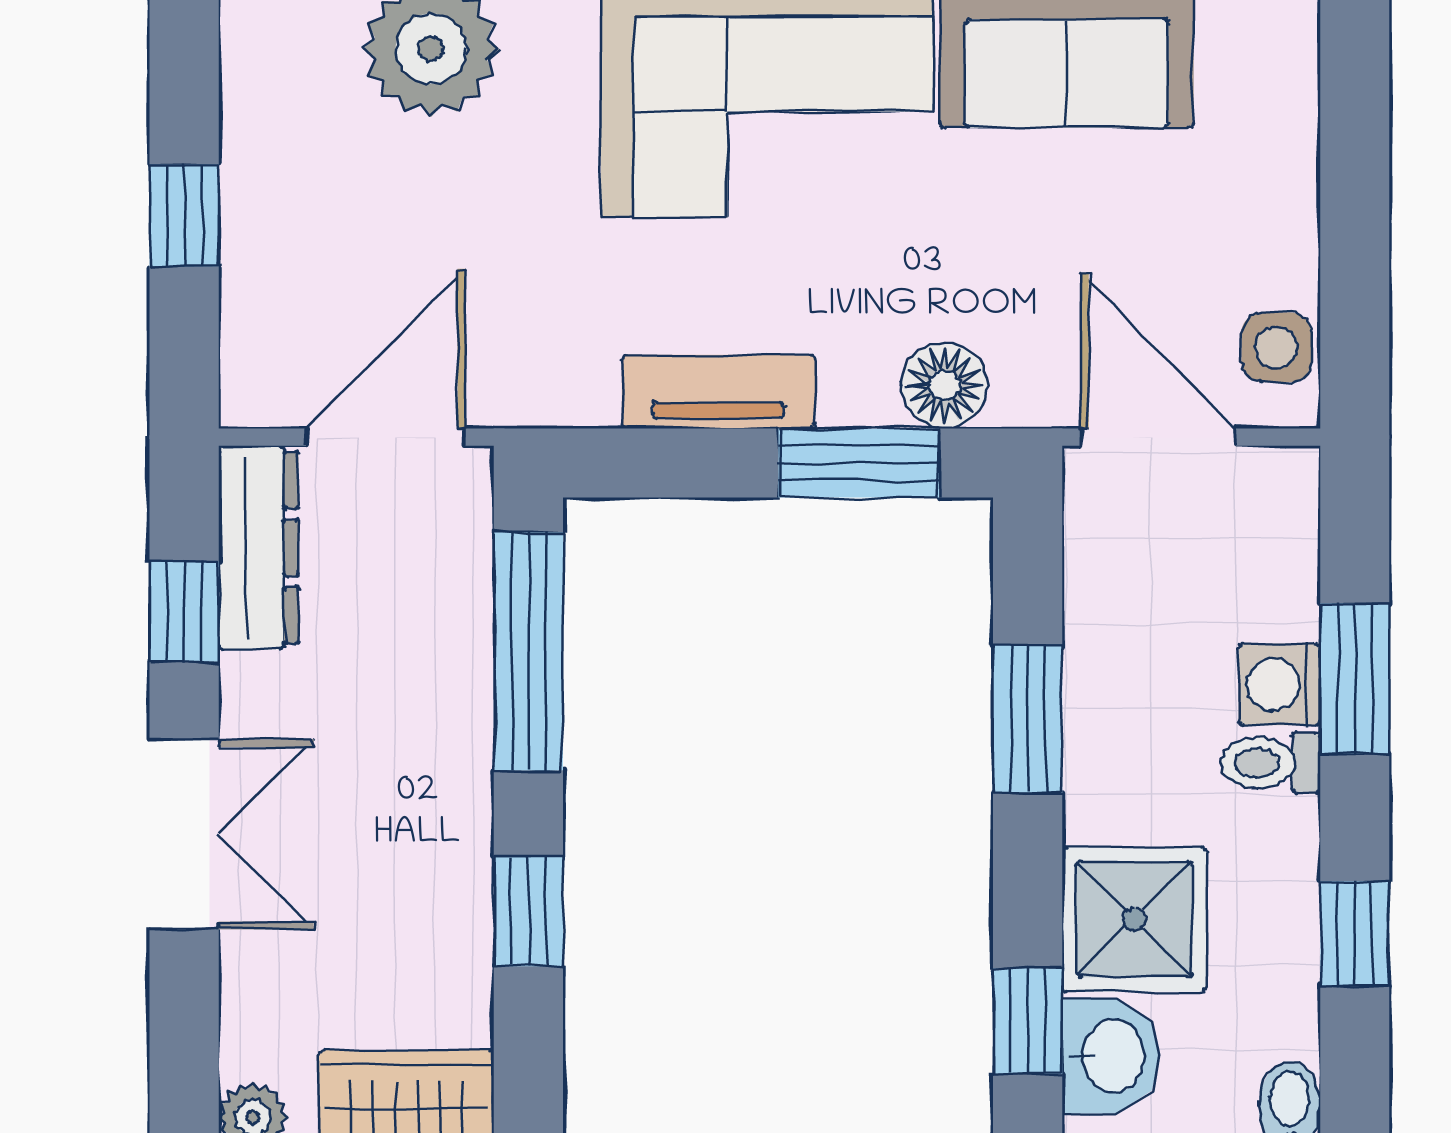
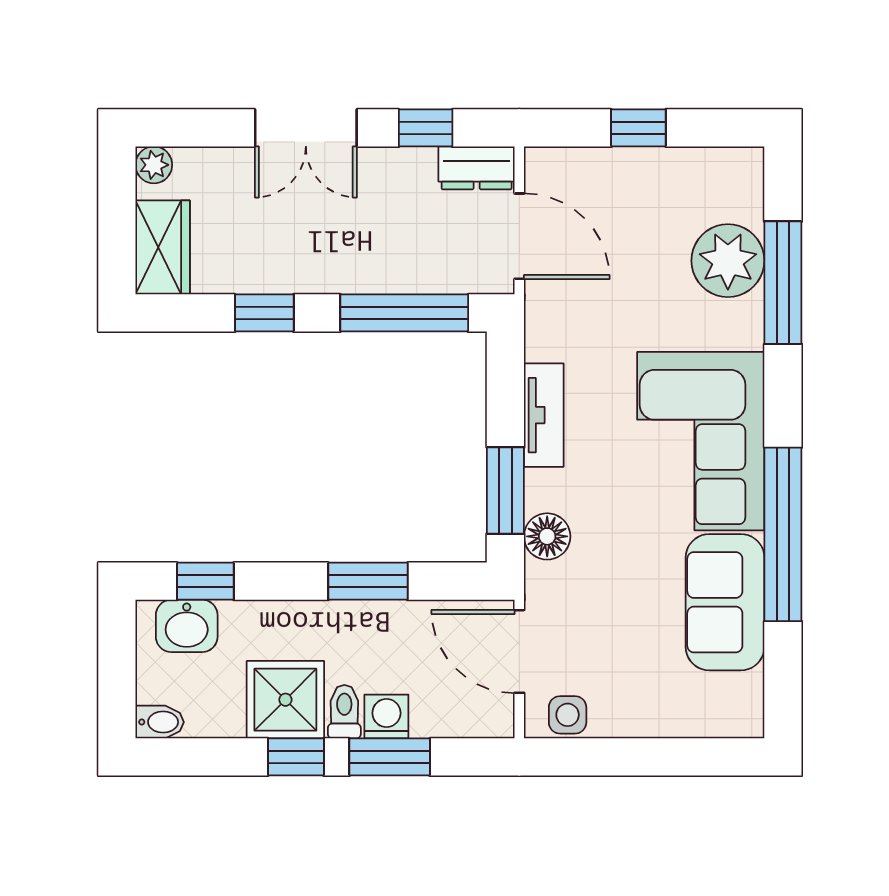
door: (1158, 437) -> (519, 651), swing flipped
dresser: (258, 548) -> (477, 168), width x0.70
shower: (1134, 919) -> (285, 700), moved
window: (1355, 933) -> (296, 757), moved

